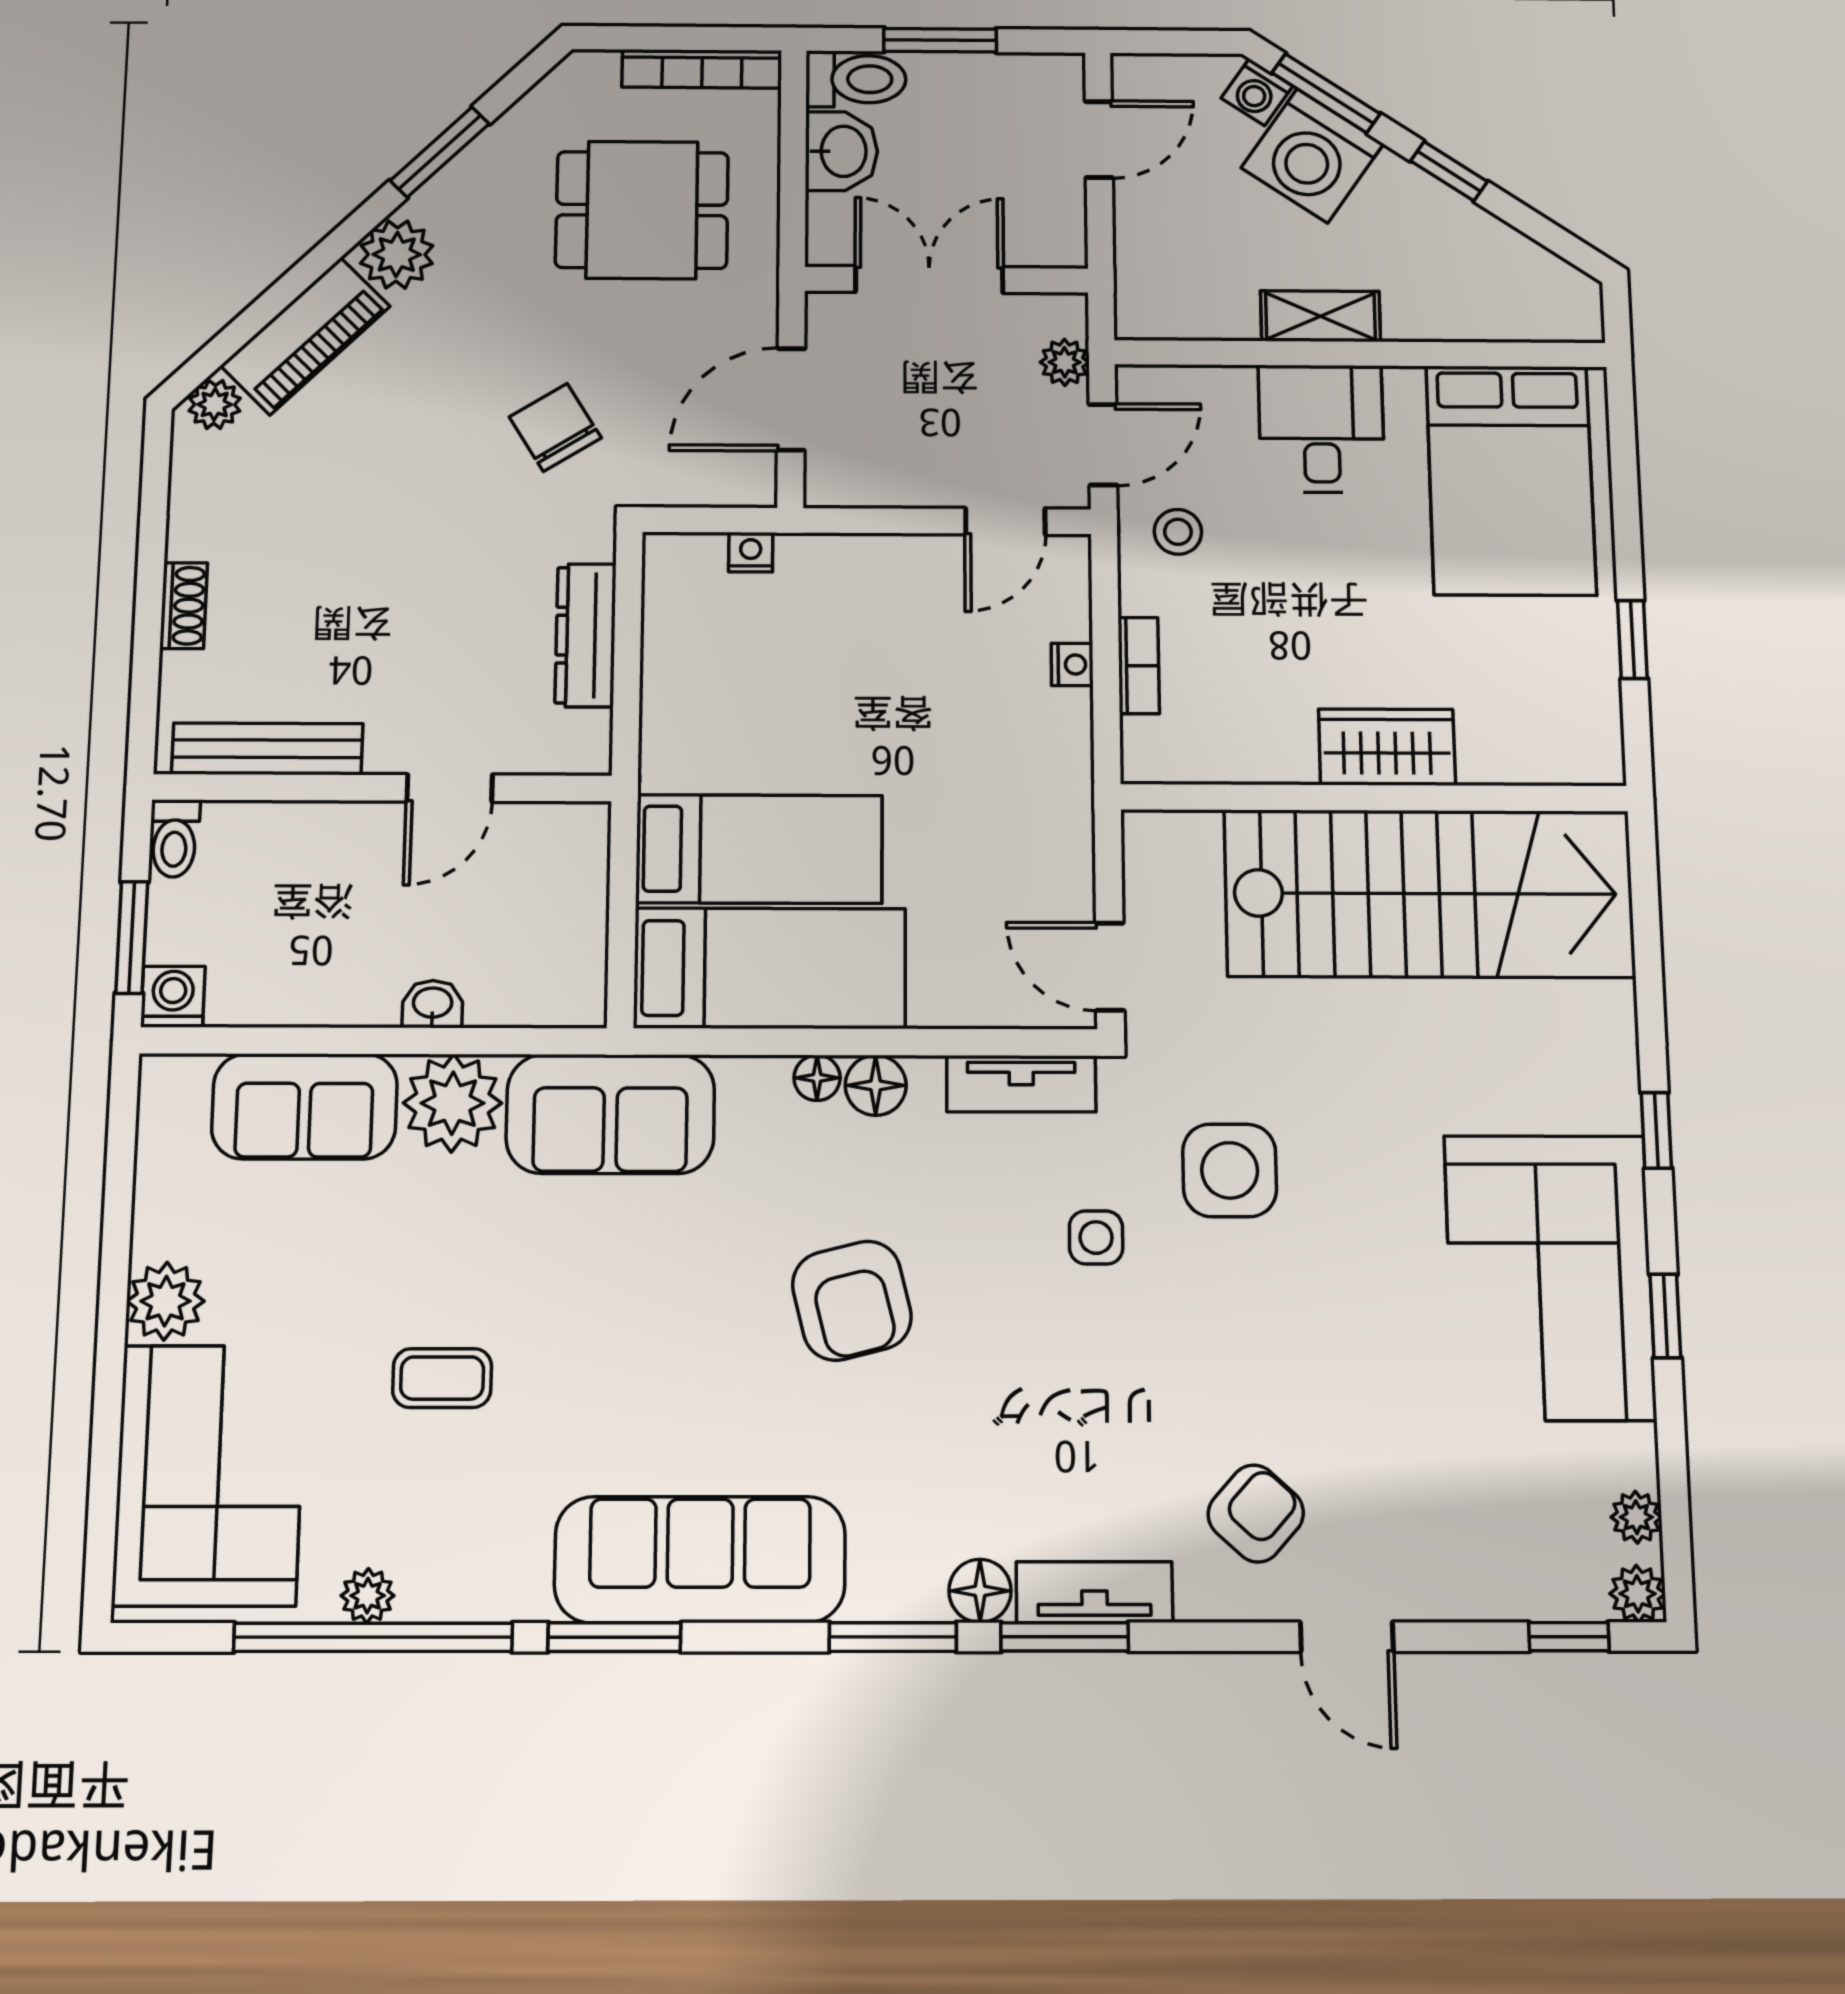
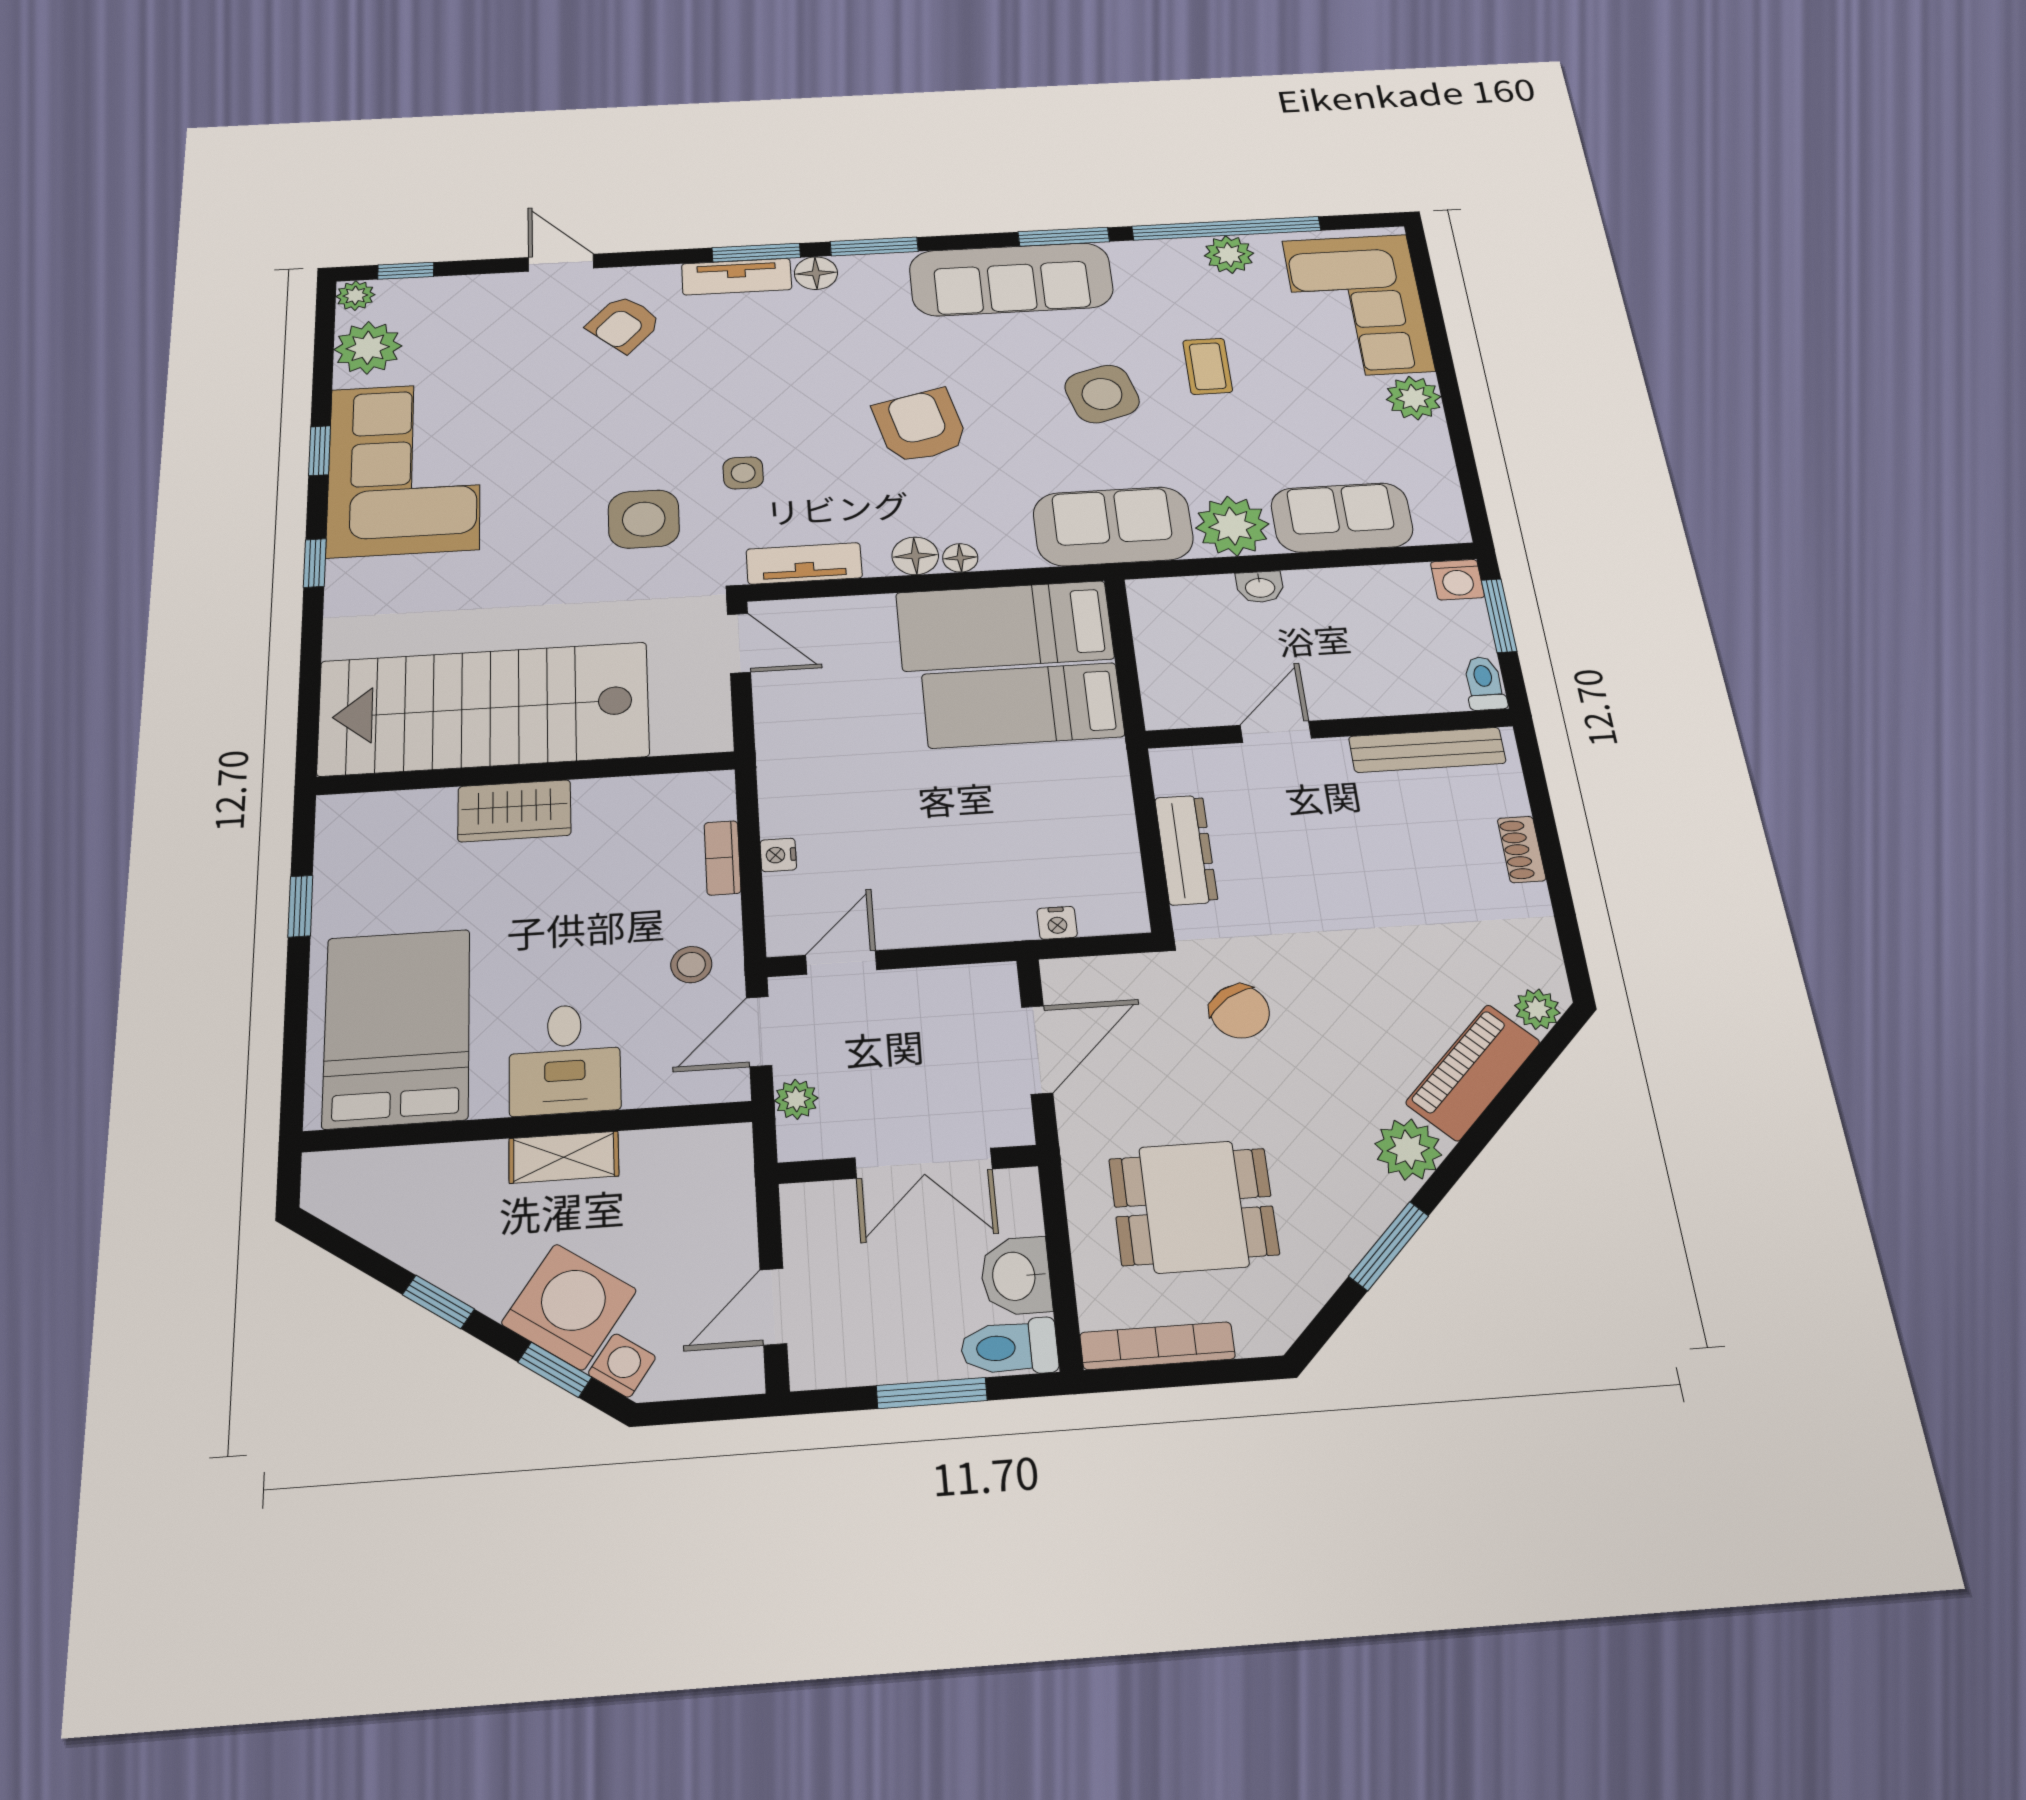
window: (1326, 93) -> (555, 1370), width x0.67
side table: (596, 1339) -> (1102, 394), added
coffee table: (442, 1378) -> (1208, 366), turned 90
plant: (1636, 1517) -> (368, 348), width x1.87, depth x1.87
plant: (368, 1596) -> (1229, 255), width x1.38, depth x1.38

